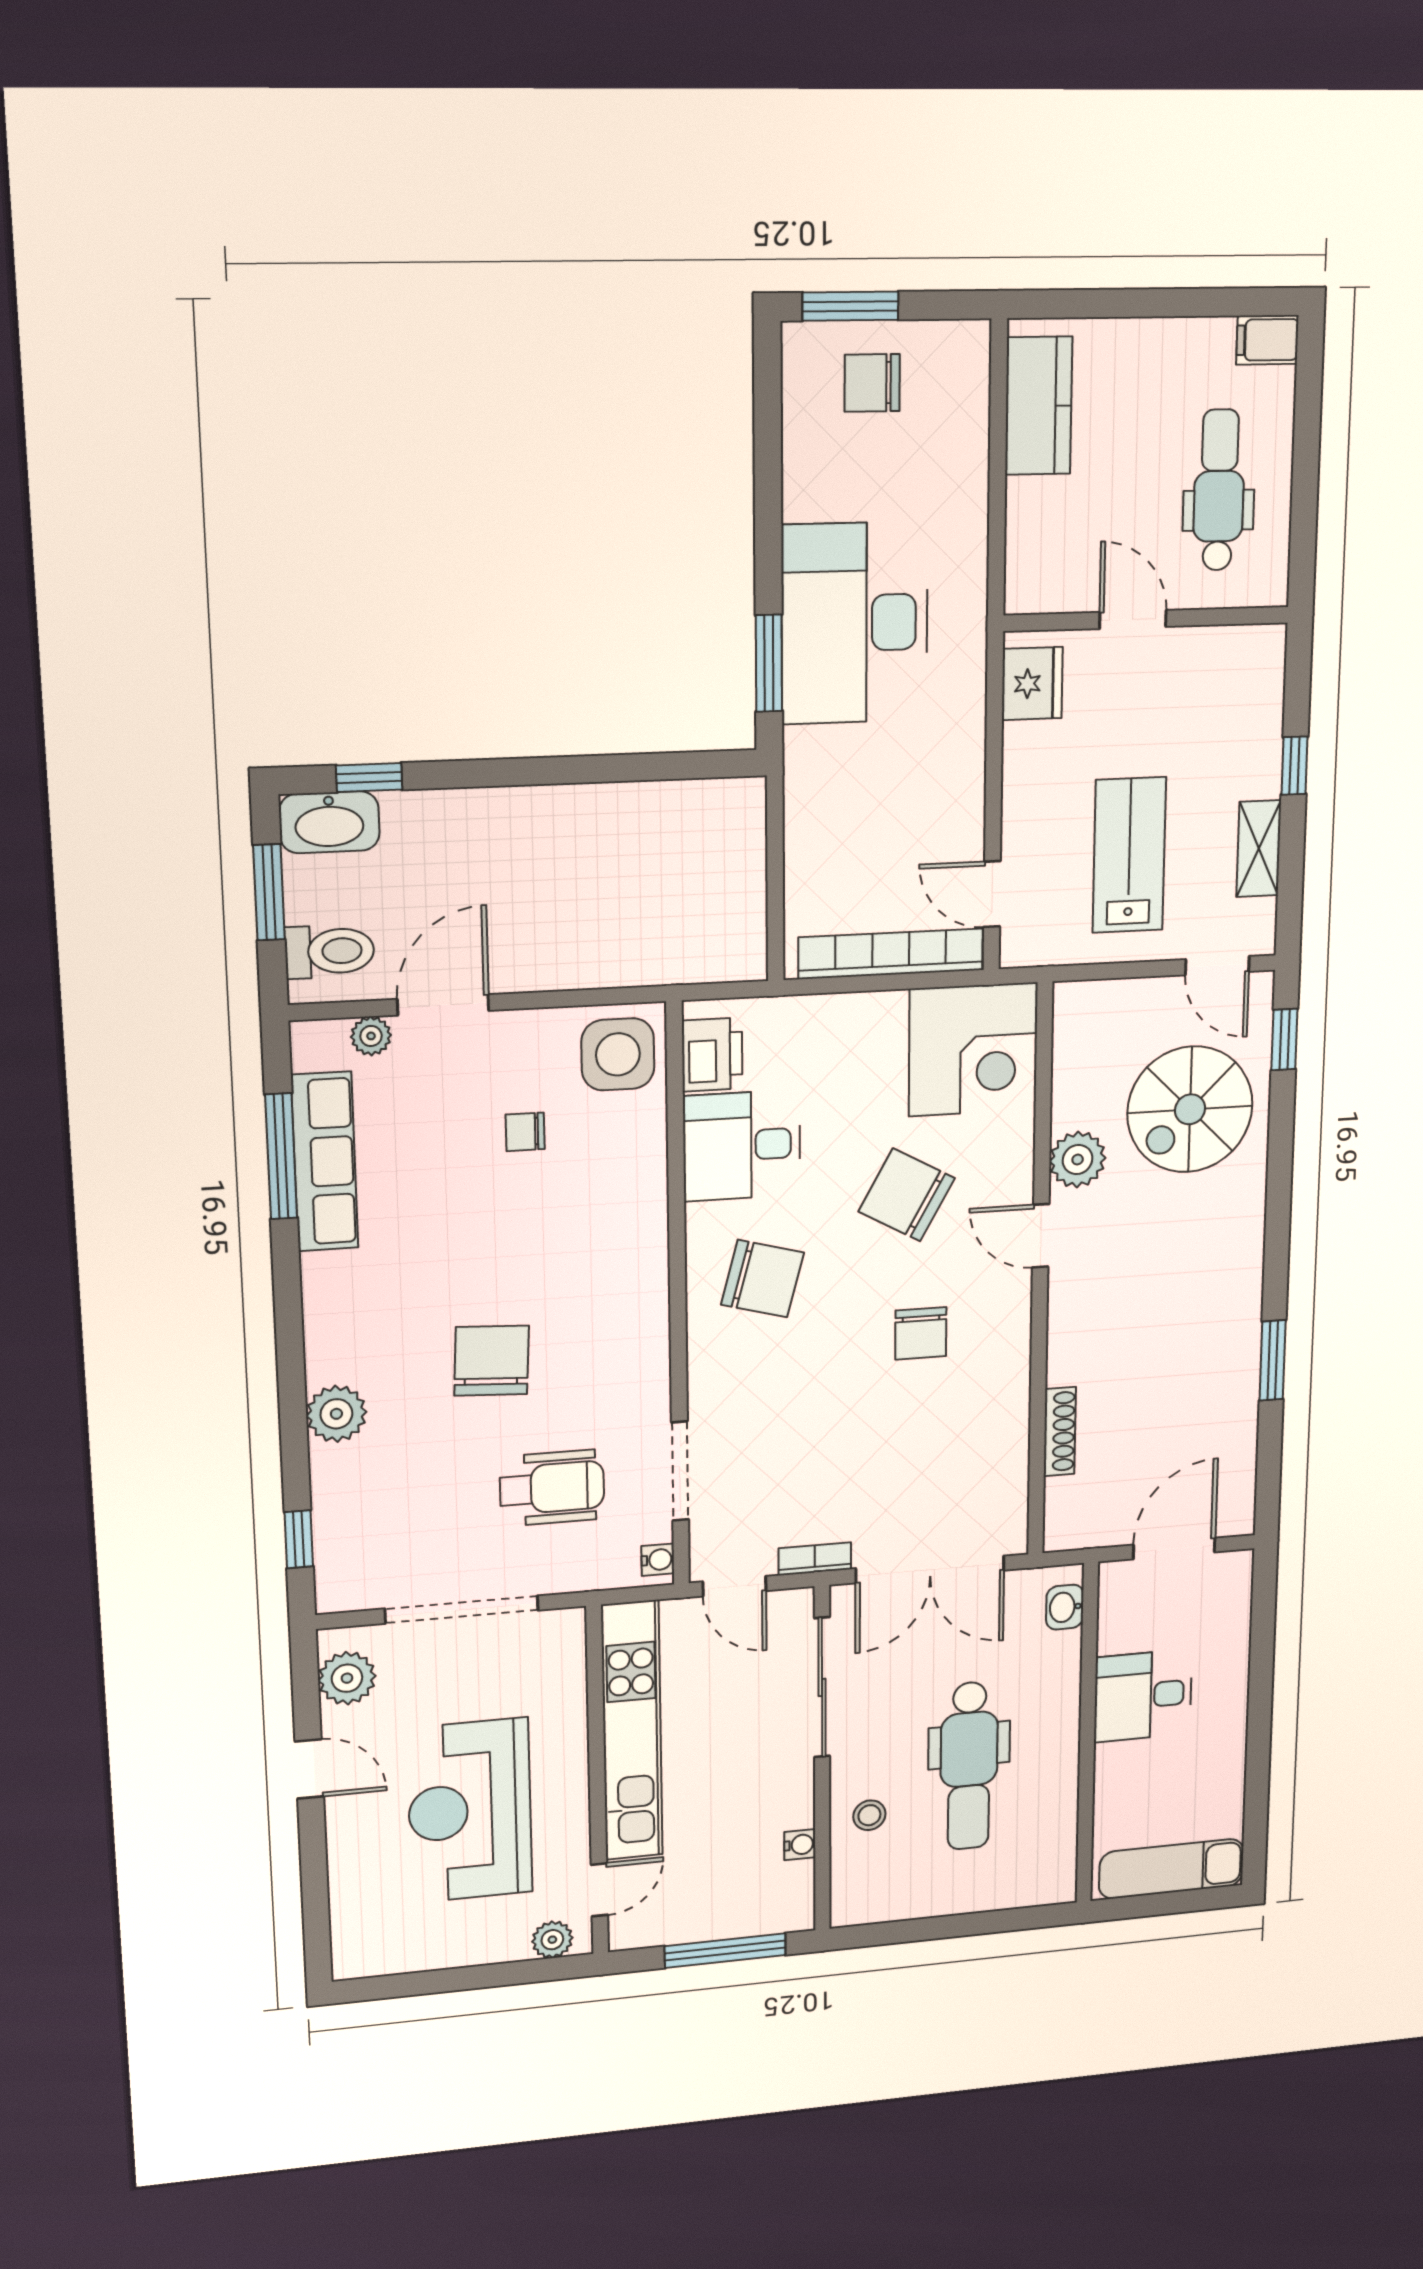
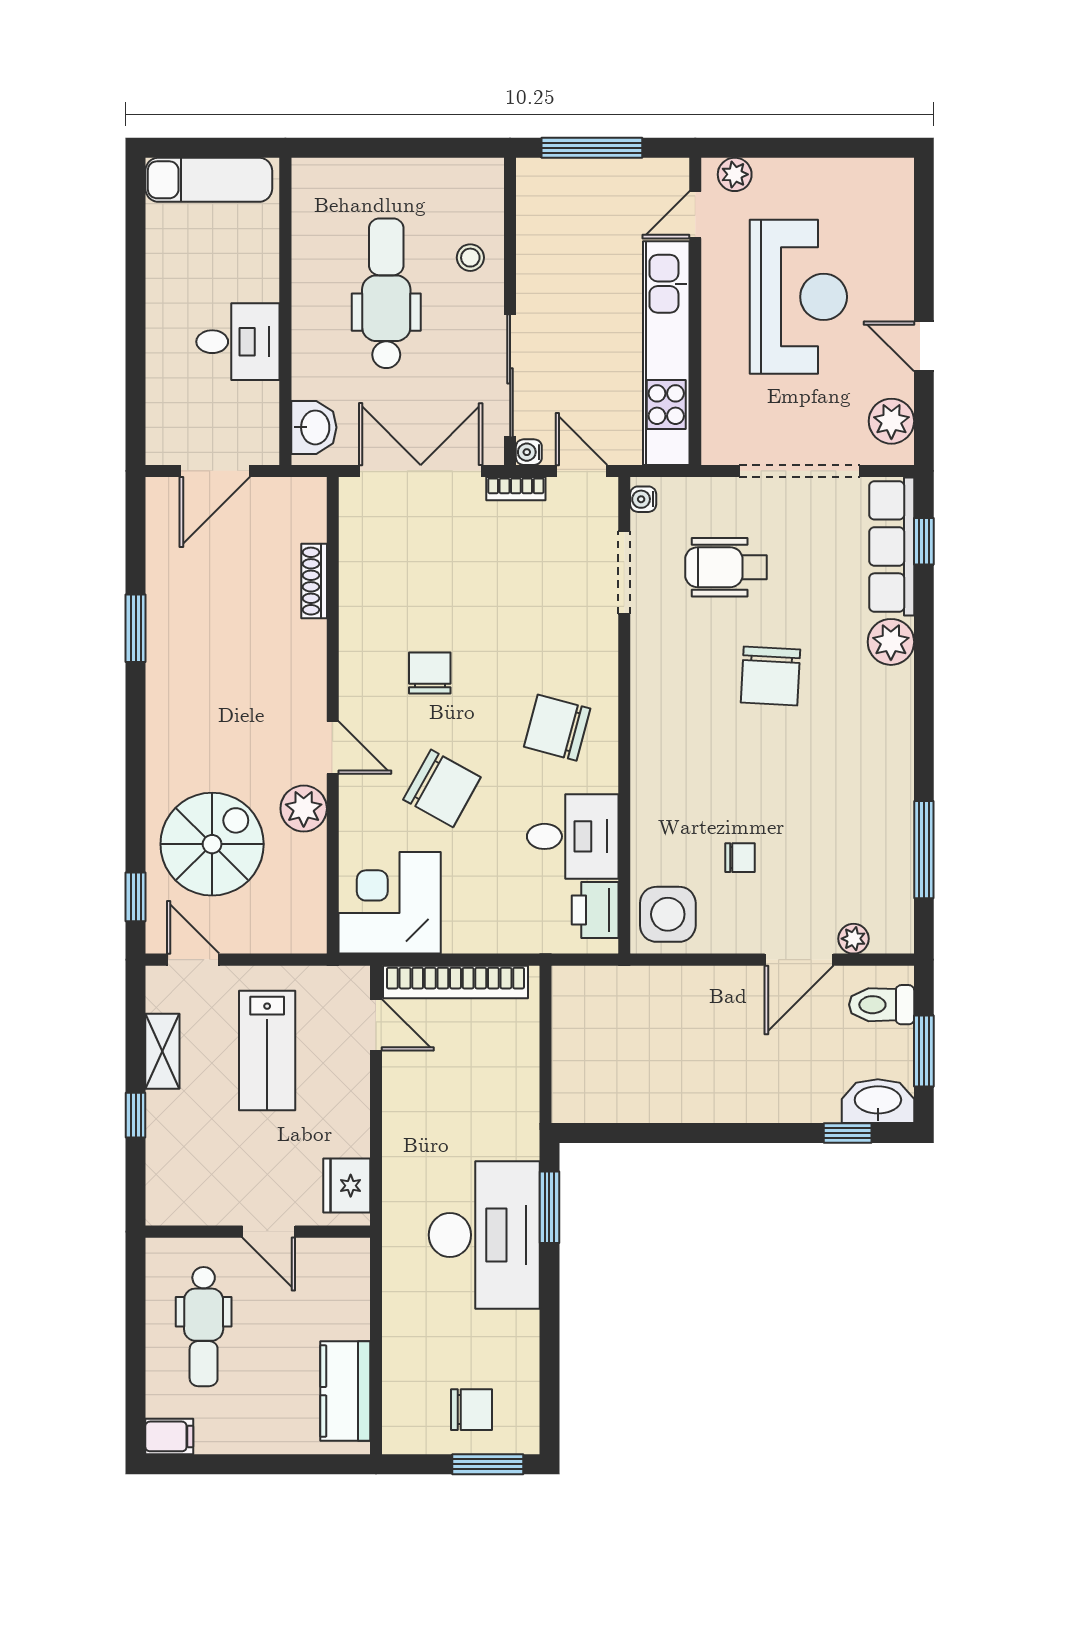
row of seats: (325, 1162) -> (892, 546), moved
washbasin: (1065, 1607) -> (314, 427), width x1.38, depth x1.45
water cooler: (800, 1845) -> (529, 452), moved

